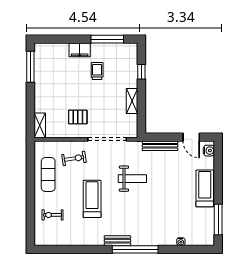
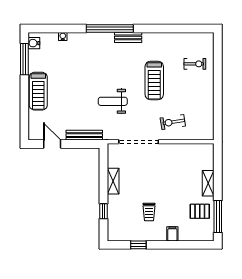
window: (107, 39) -> (138, 245), width x0.46
filing cabinet: (80, 50) -> (172, 234), width x0.50
pallet: (78, 117) -> (200, 211), moved
shelving: (40, 125) -> (208, 183), moved
water cooler: (209, 151) -> (34, 43), moved
exercise mat: (48, 174) -> (199, 106), removed

